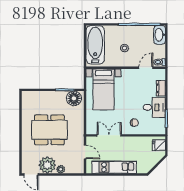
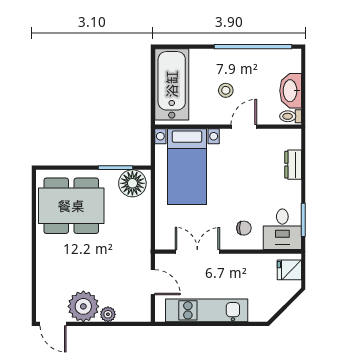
washbasin: (160, 35) -> (291, 91), moved
door: (146, 68) -> (244, 127), moved
desk: (154, 107) -> (282, 229), moved, turned 90
dining table: (49, 130) -> (71, 206), moved

